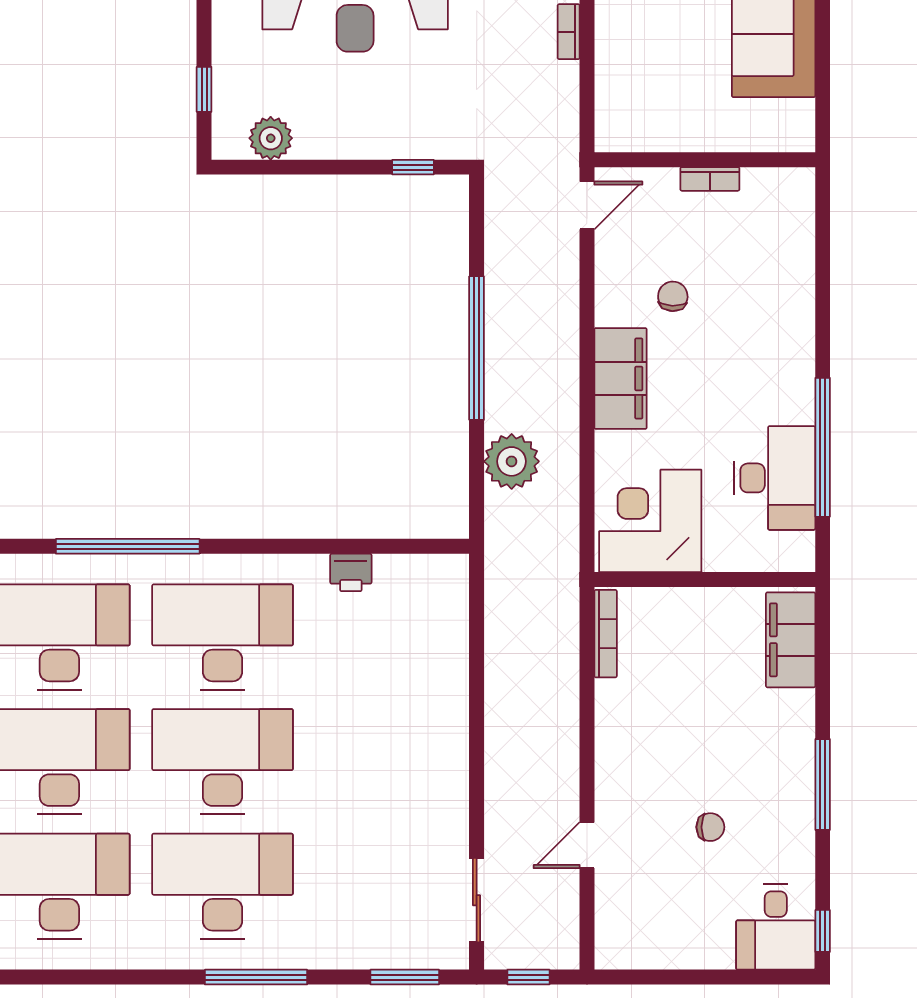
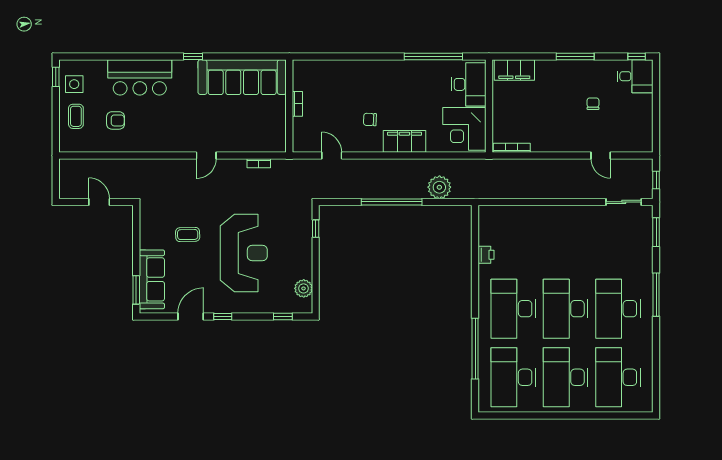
wall: (705, 160) -> (289, 106), moved
bookcase: (710, 179) -> (297, 104), moved
desk: (775, 478) -> (469, 84), moved, turned 90

